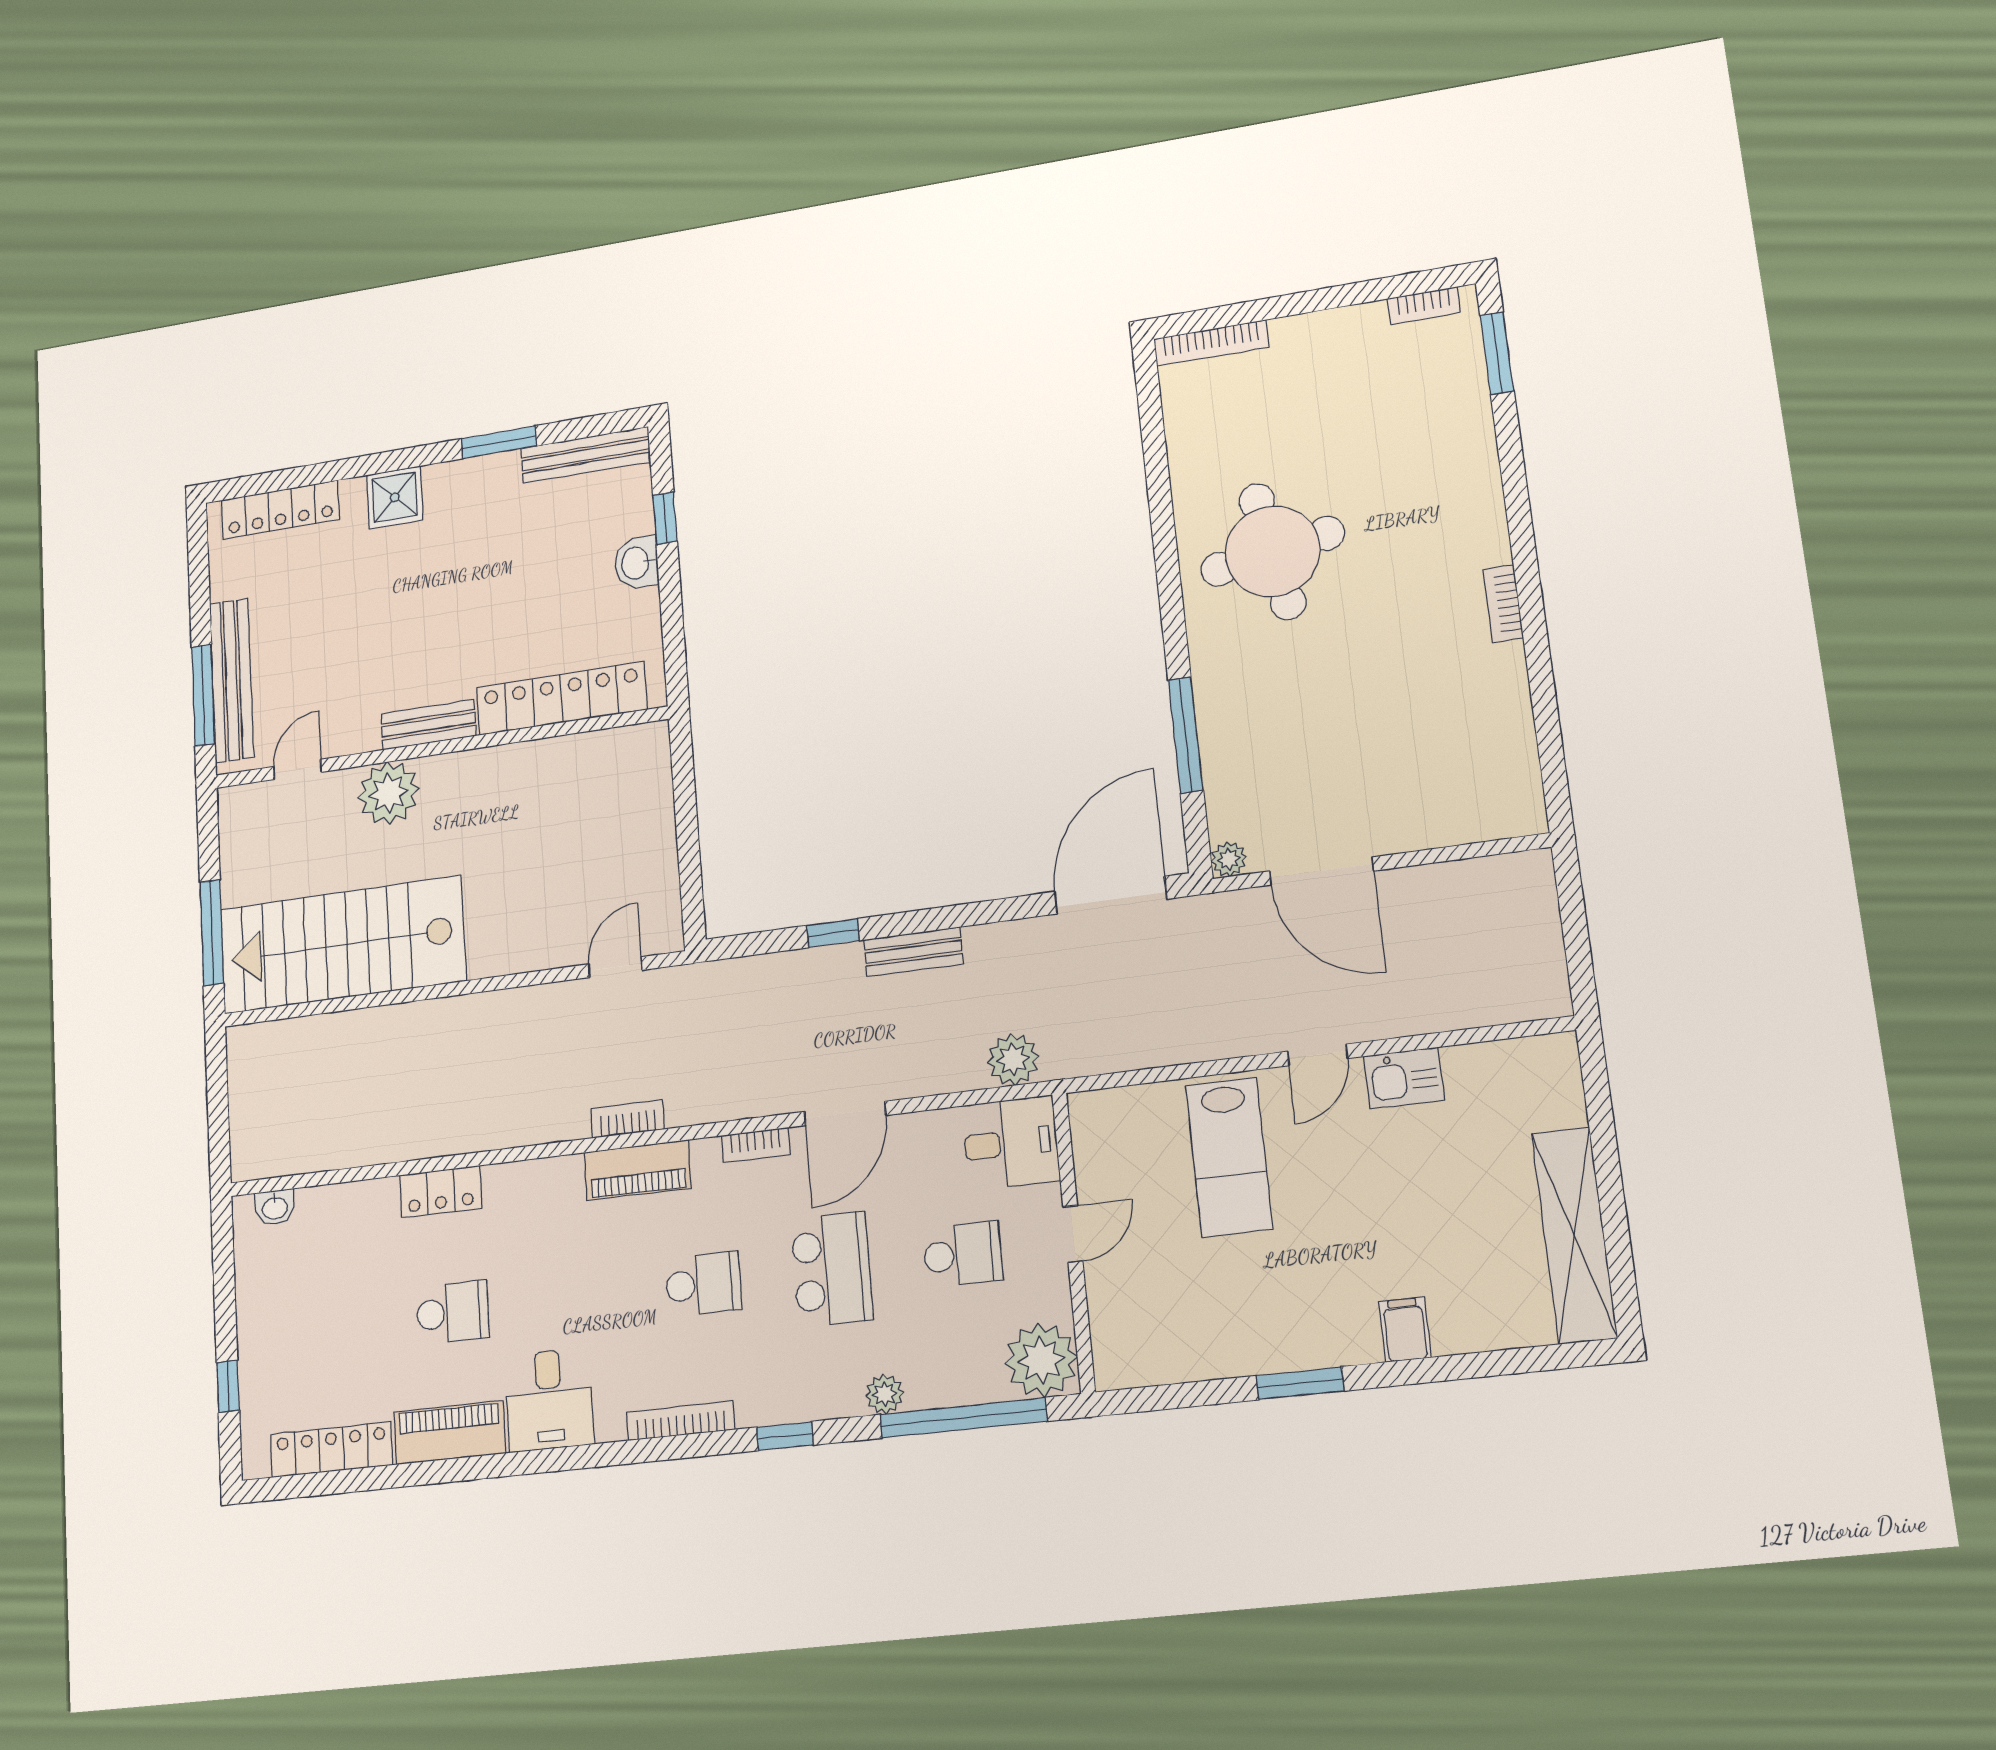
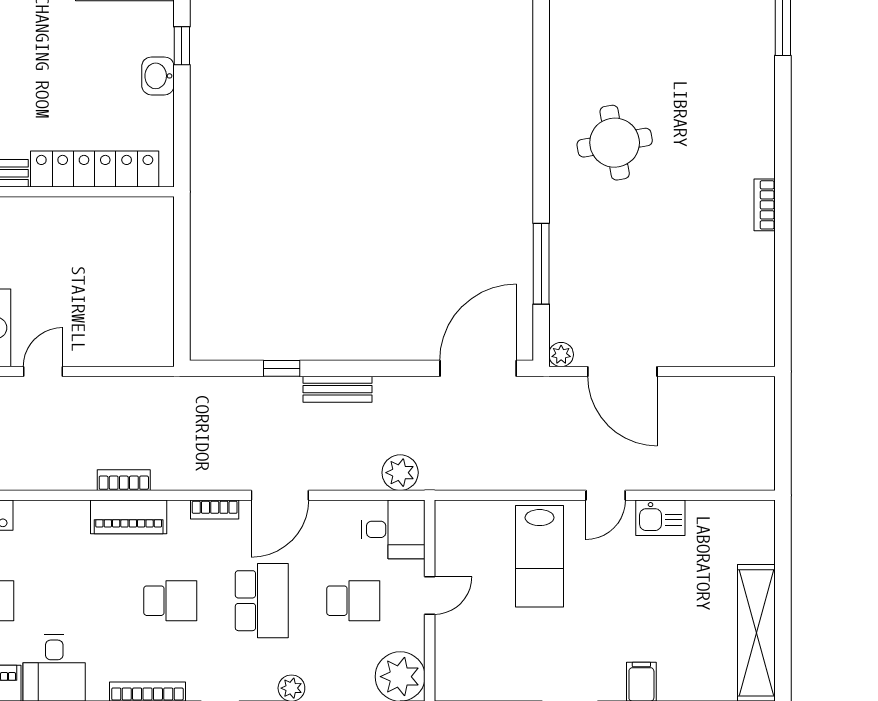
round table: (1273, 551) -> (615, 143), width x0.73, depth x0.73
door: (615, 967) -> (43, 371), moved

